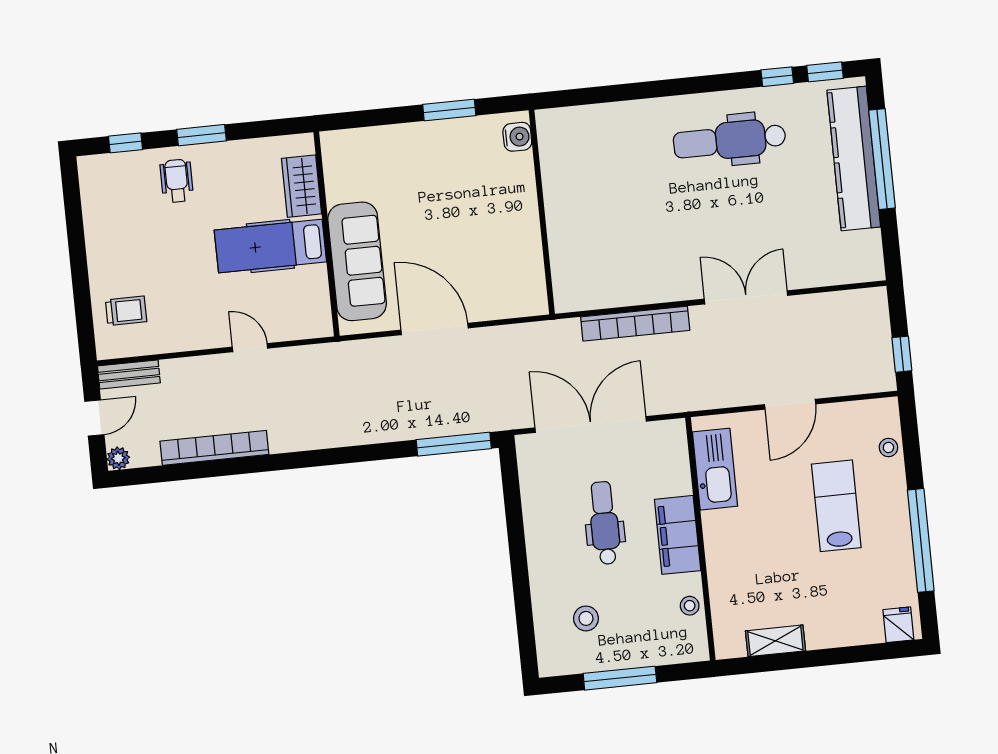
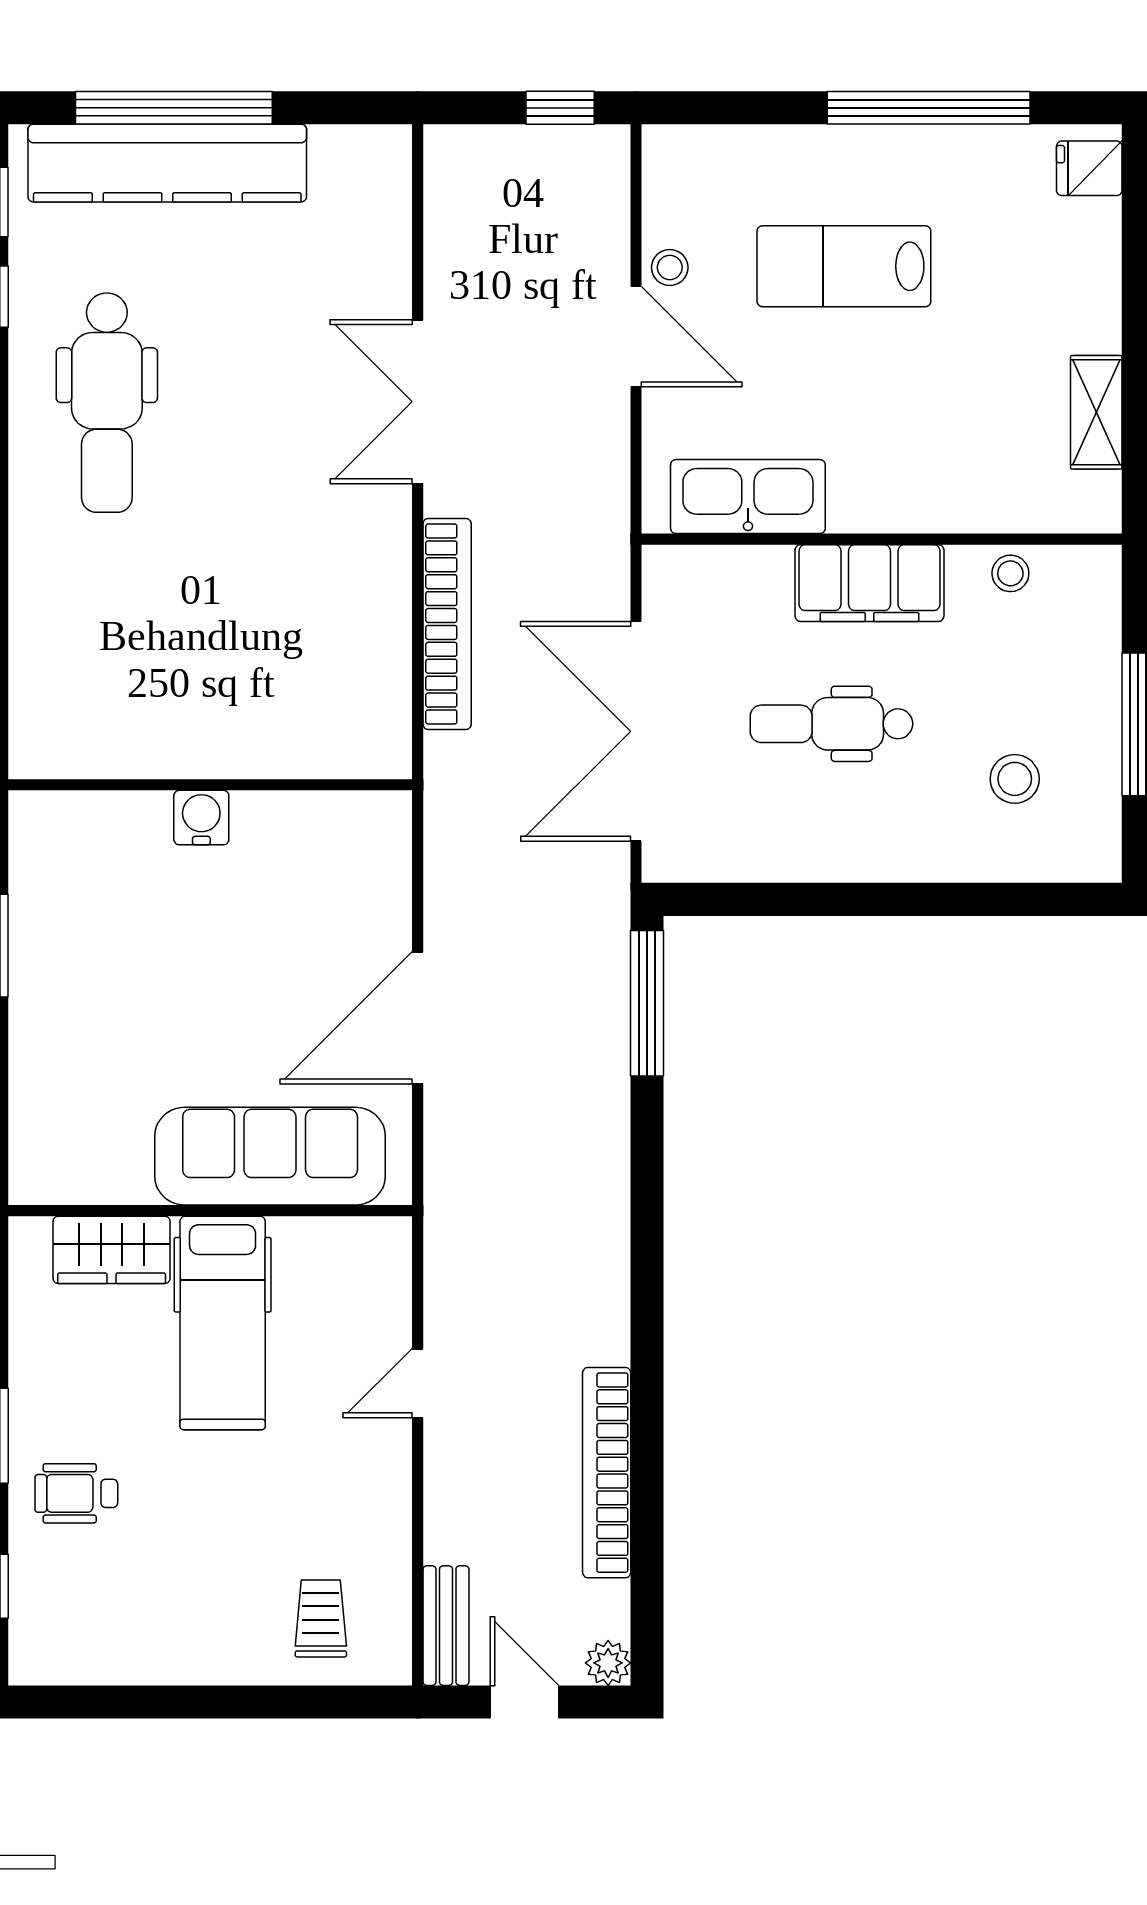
water cooler: (517, 137) -> (201, 818), moved
stool: (888, 448) -> (670, 267), moved

